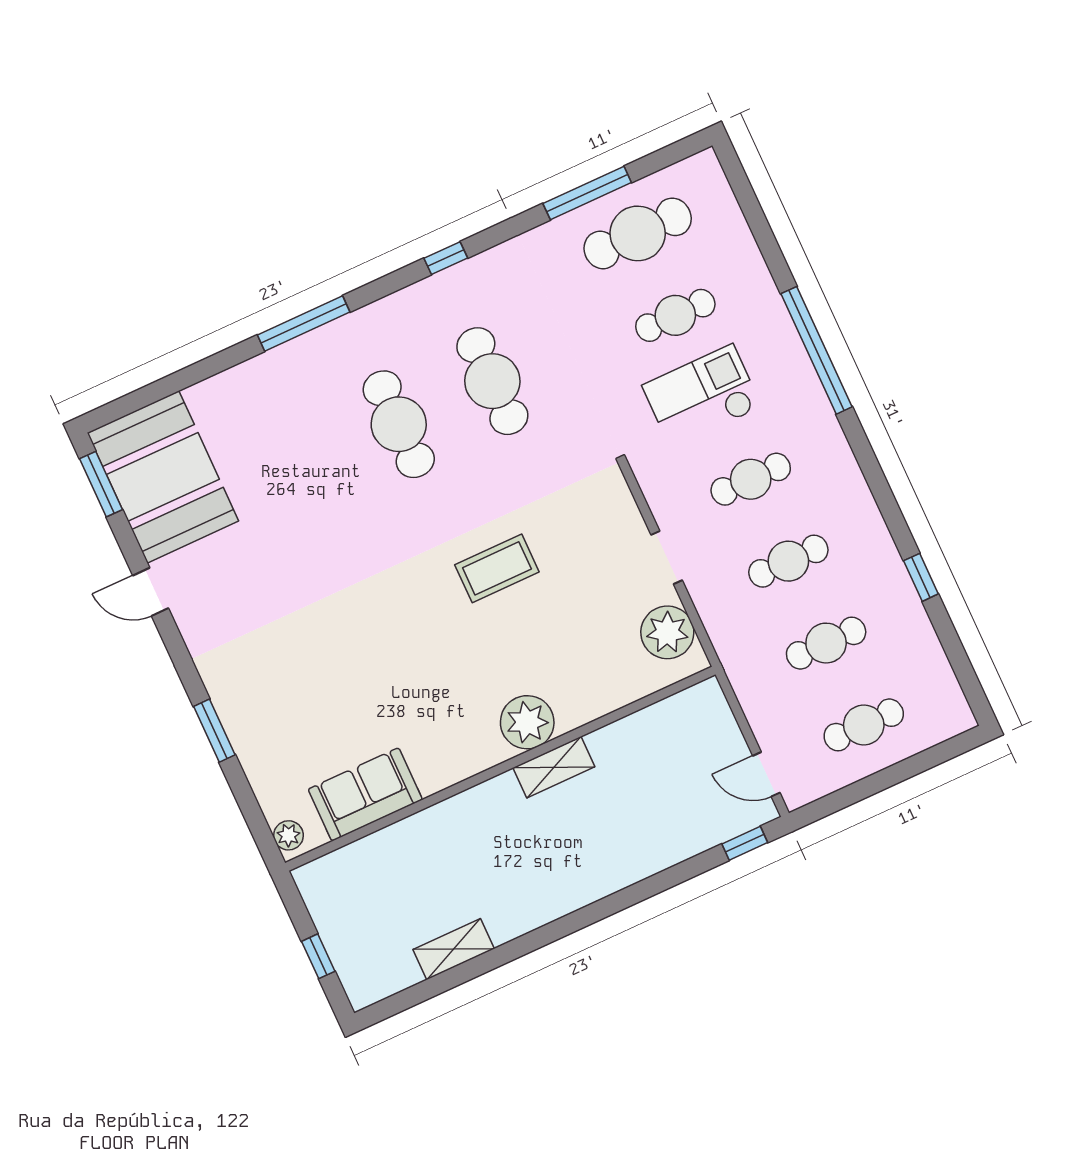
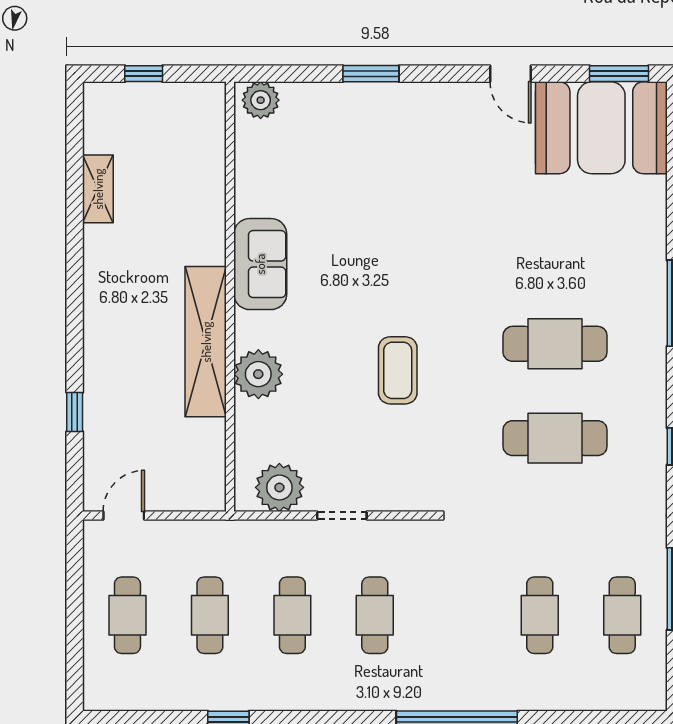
cafe table: (638, 233) -> (622, 615), width x0.73, depth x0.74
checkout: (702, 396) -> (463, 606), removed
door: (151, 592) -> (511, 74), swing flipped
plant: (527, 722) -> (258, 374), moved
shelving: (554, 767) -> (206, 342), width x2.20, depth x1.33
sofa: (365, 794) -> (260, 264), moved
plant: (288, 835) -> (261, 100), width x1.38, depth x1.38
window: (745, 843) -> (75, 412), moved

